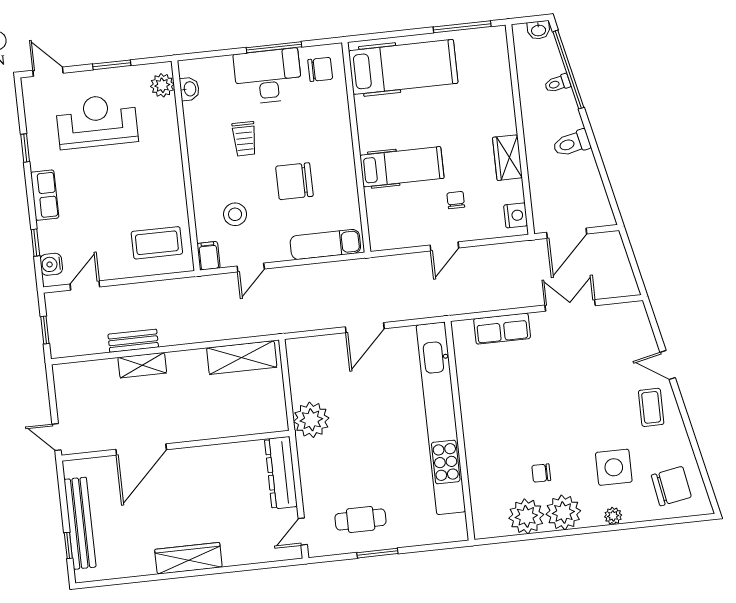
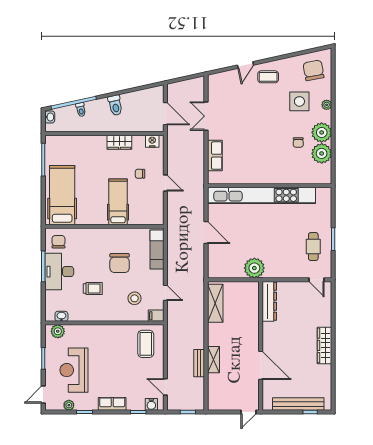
plant: (34, 119) -> (69, 405), added
dresser: (281, 473) -> (269, 301), moved, turned -90

